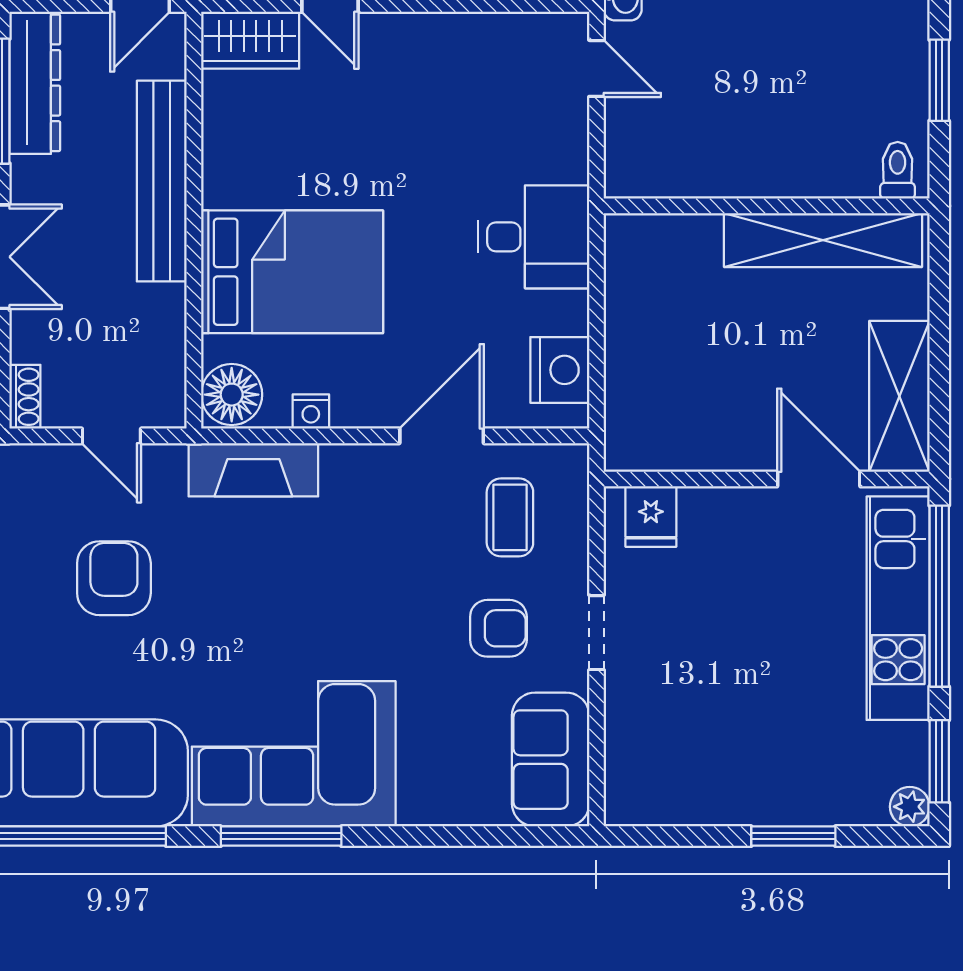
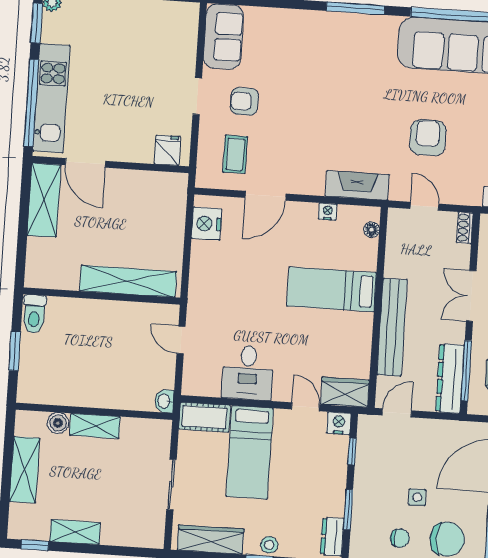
door: (597, 68) -> (181, 340), moved
toilet: (898, 170) -> (34, 314), width x1.37, depth x1.39
desk: (534, 237) -> (248, 373), moved, turned -90
shelving: (823, 240) -> (128, 281), moved
bed: (292, 272) -> (332, 289), width x0.67
floor lamp: (232, 395) -> (372, 230), width x0.53, depth x0.53
armchair: (114, 578) -> (428, 138), turned 180
corner sofa: (294, 754) -> (347, 47), removed

